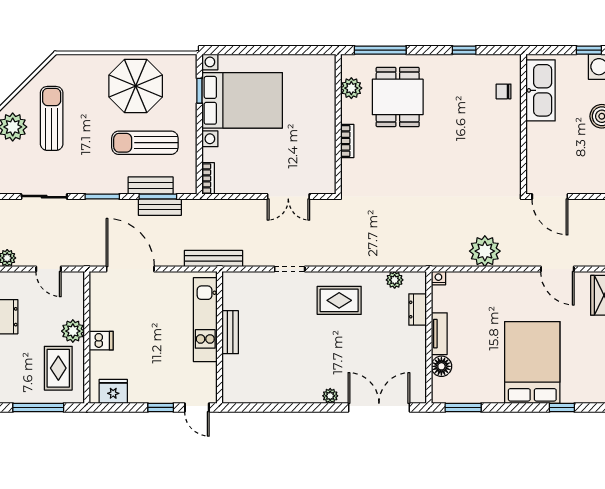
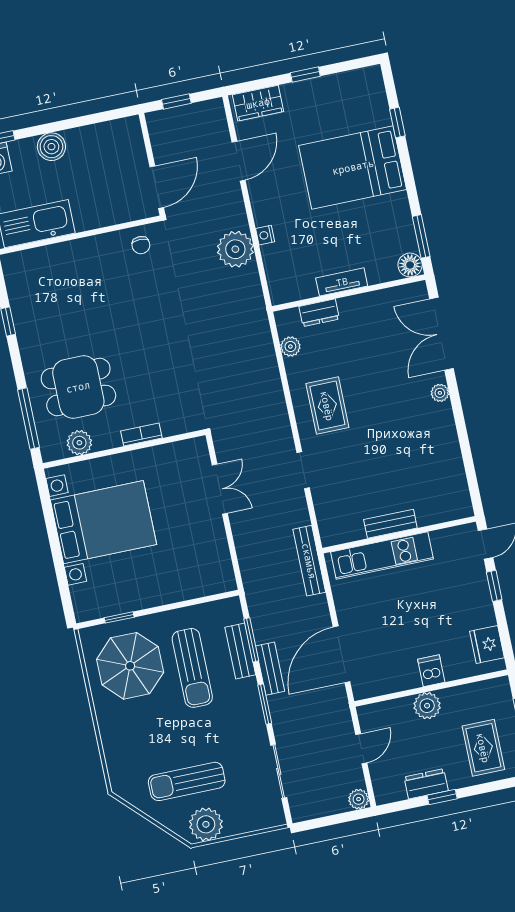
parasol: (136, 86) -> (130, 666), moved
chair: (504, 91) -> (141, 245), moved
bed with nightstands: (242, 100) -> (103, 522), moved, turned 90
bookcase: (208, 178) -> (218, 586), removed
bench: (160, 207) -> (270, 669), moved
nightstand: (438, 278) -> (265, 235), moved
floor lamp: (441, 366) -> (410, 265), moved
rug: (58, 368) -> (483, 748), moved, turned 90

